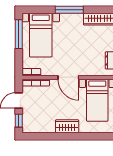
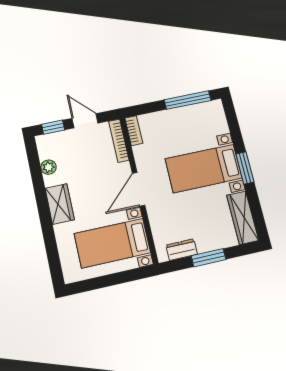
window: (69, 10) -> (245, 168), width x0.69
bed with nightstands: (41, 35) -> (204, 168), moved
plant: (43, 128) -> (49, 167), added

